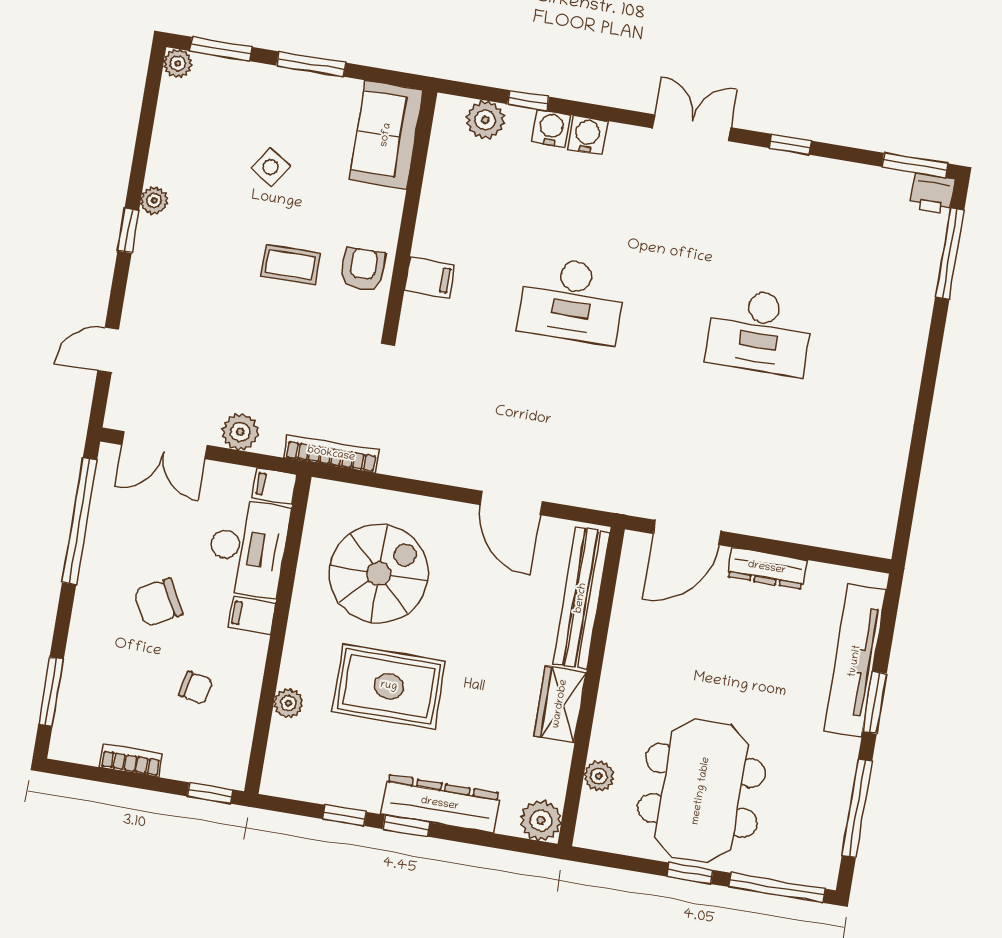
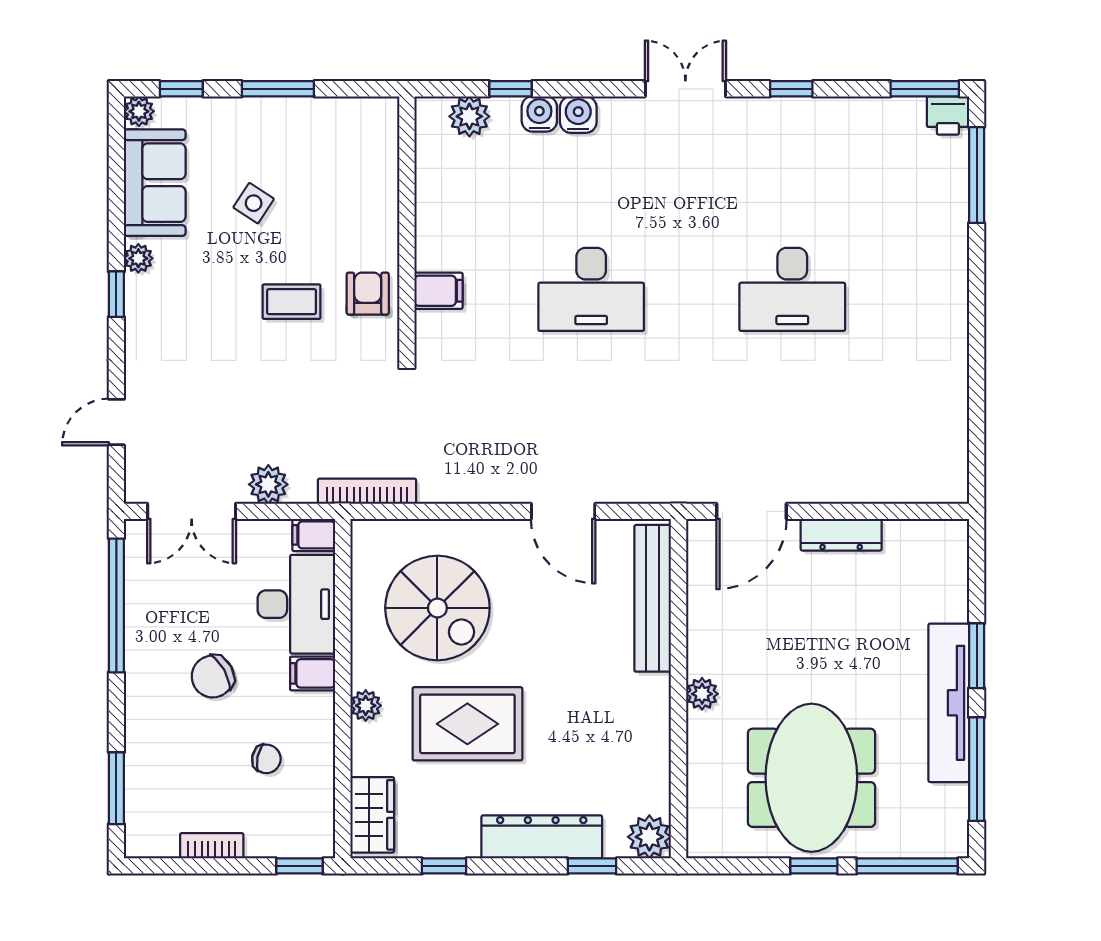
window: (221, 49) -> (181, 89), width x0.67
sofa: (386, 135) -> (155, 183), moved, turned 180
spiral stairs: (379, 574) -> (437, 608), turned 90
tv unit: (855, 661) -> (949, 703), moved
plant: (288, 703) -> (366, 706), moved
wardrobe: (560, 704) -> (372, 815), moved, turned 180
plant: (599, 776) -> (702, 694), moved
window: (406, 826) -> (592, 866), moved

